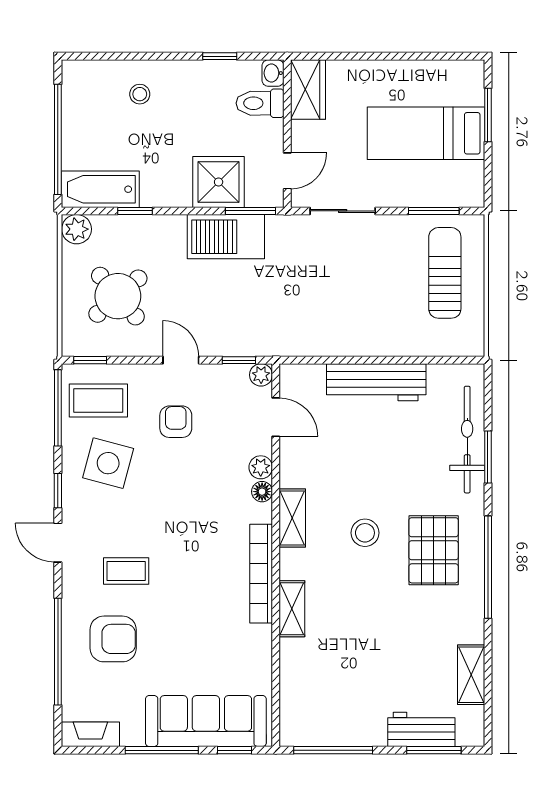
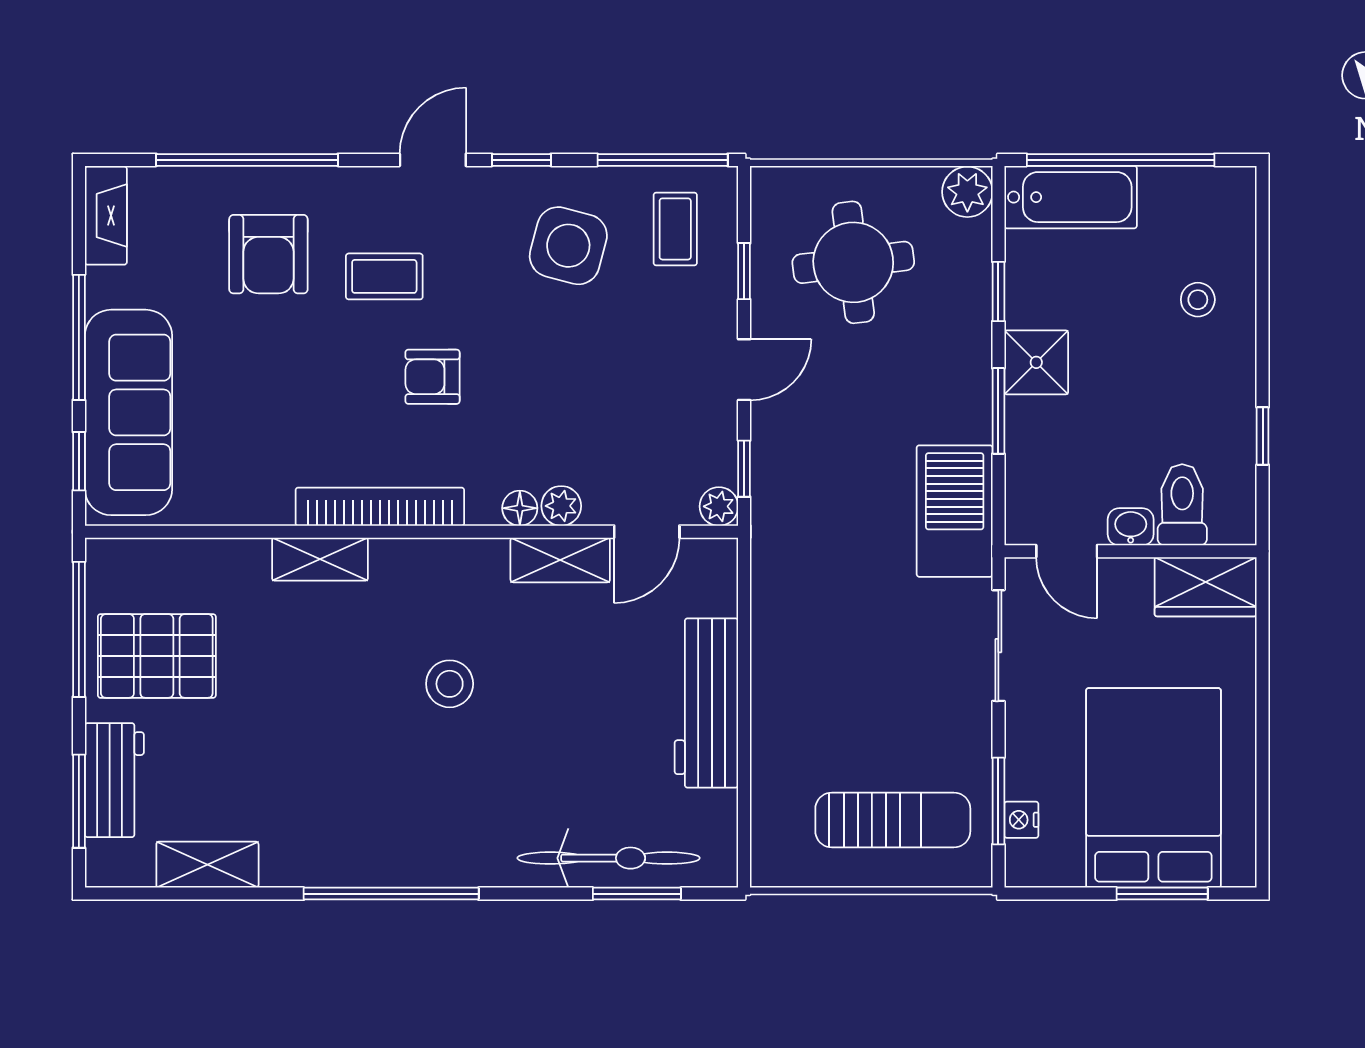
washbasin: (273, 73) -> (1131, 527), moved
bed: (426, 133) -> (1153, 788), width x1.50
shower: (219, 182) -> (1036, 362), moved, width x0.73, depth x0.73
bathtub: (100, 189) -> (1071, 197), moved, turned 90
nightstand: (445, 198) -> (1021, 820), added
window: (251, 211) -> (998, 411), moved
barbecue: (226, 237) -> (955, 511), moved
round table: (118, 296) -> (853, 262), turned 34
window: (90, 360) -> (744, 271), moved
coffee table: (98, 400) -> (675, 229), width x0.73, depth x0.77
armchair: (176, 422) -> (433, 377), moved, turned 180
window: (488, 457) -> (637, 894), moved
shelving: (292, 518) -> (560, 560), moved
pallet: (434, 550) -> (157, 656), moved
coffee table: (126, 571) -> (384, 276), turned 90

